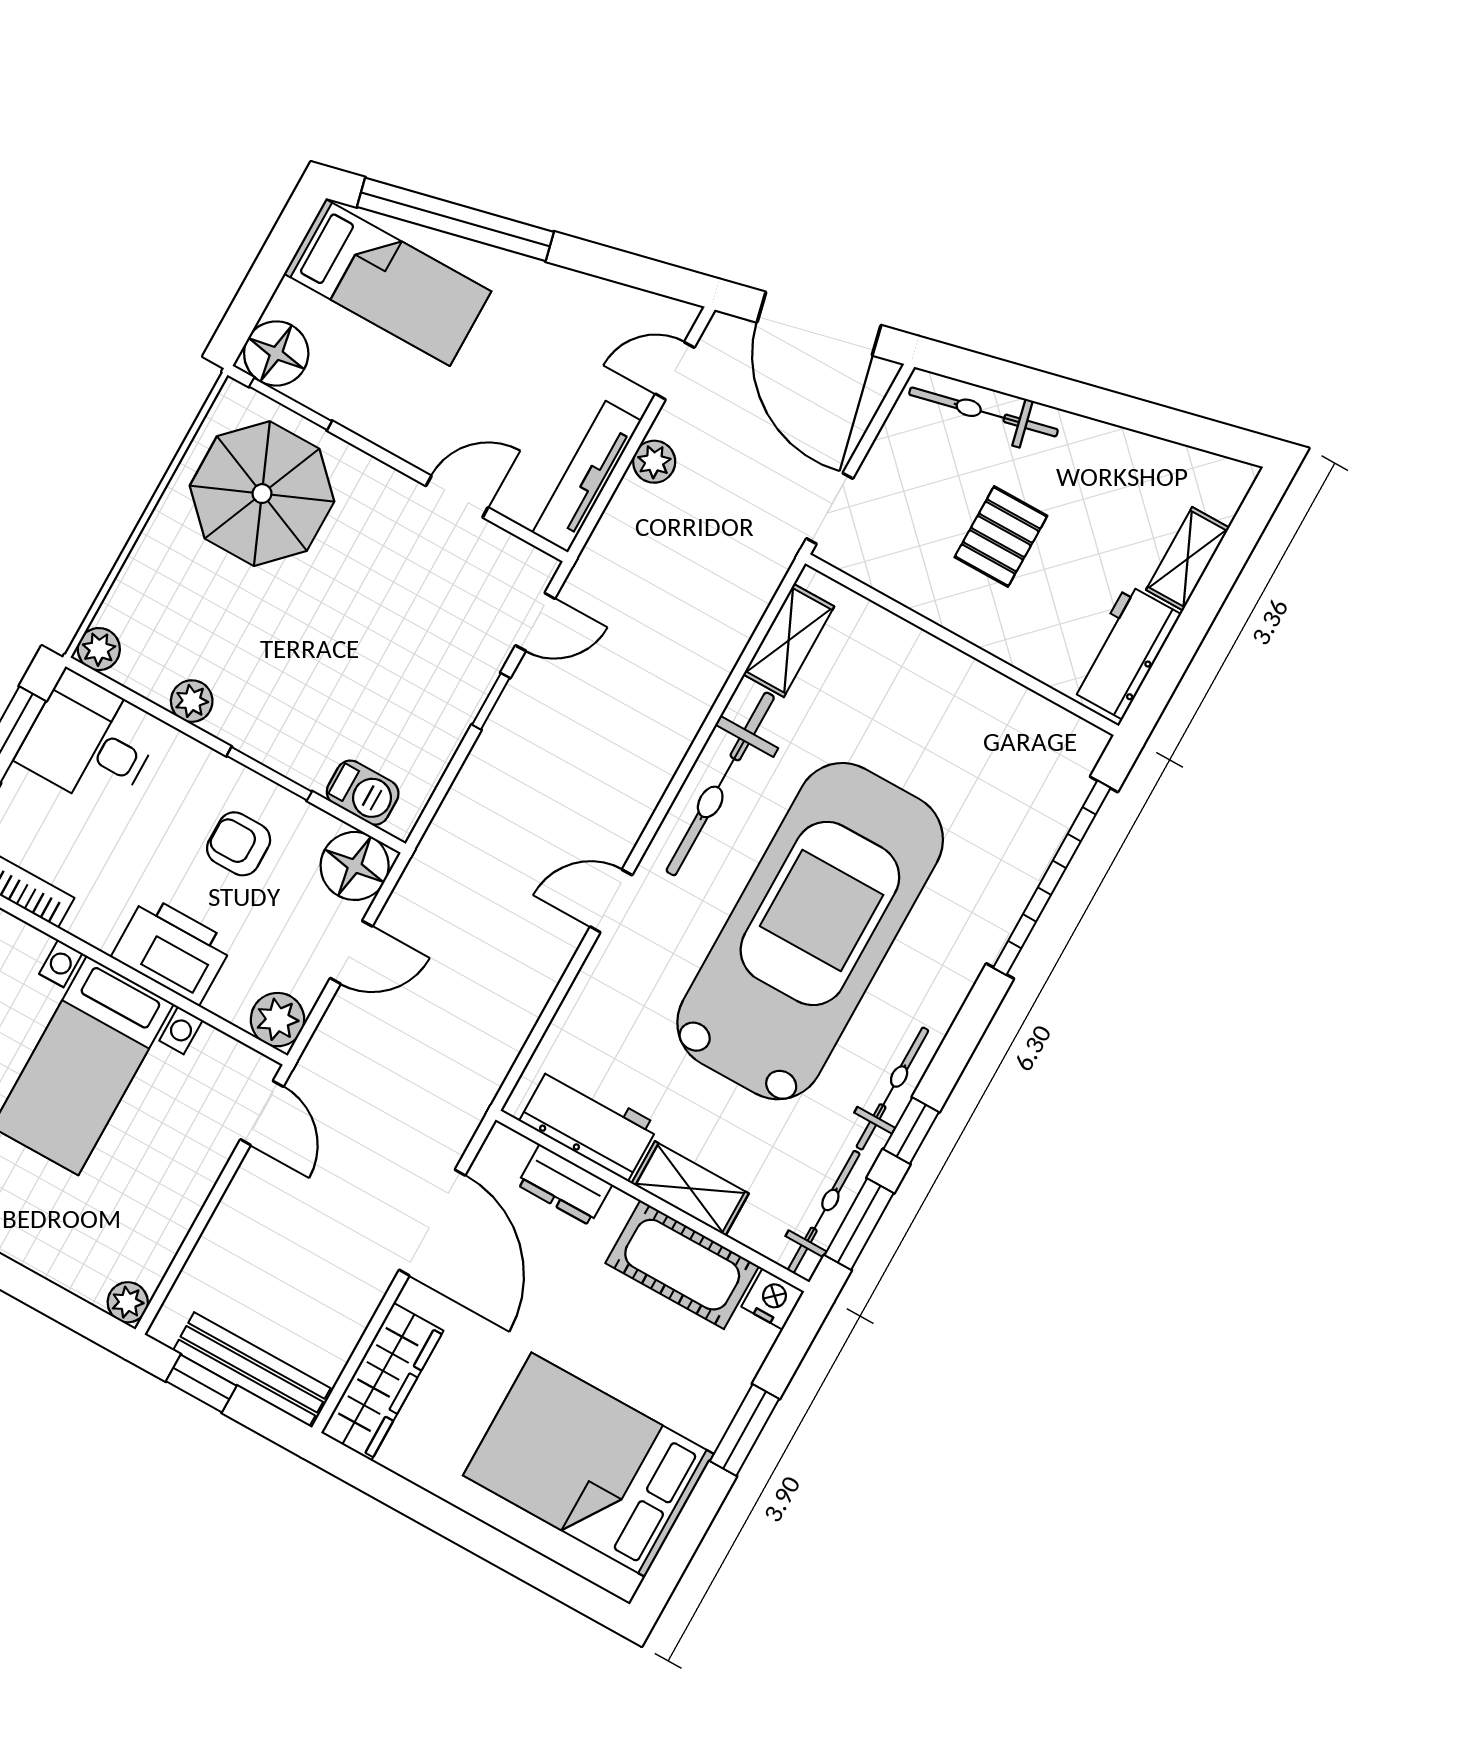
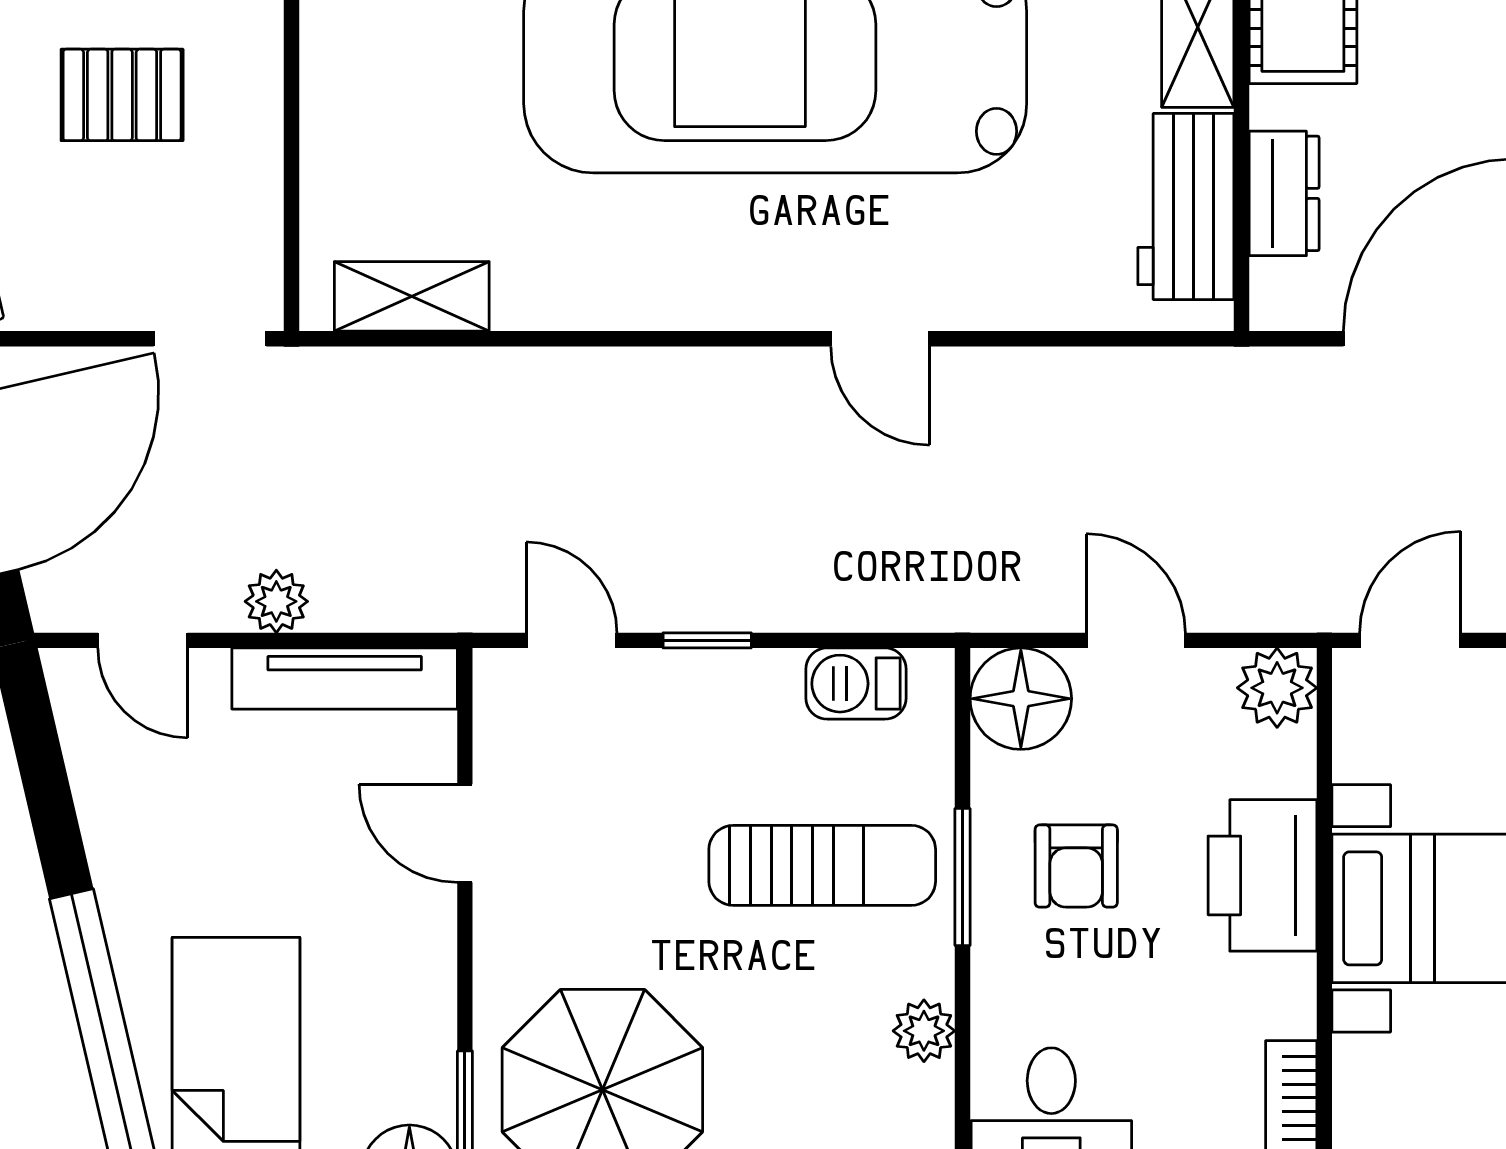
sun lounger: (322, 695) -> (822, 865), added
bicycle: (720, 784) -> (649, 281), removed
barbecue: (363, 793) -> (856, 684), moved, turned -90

